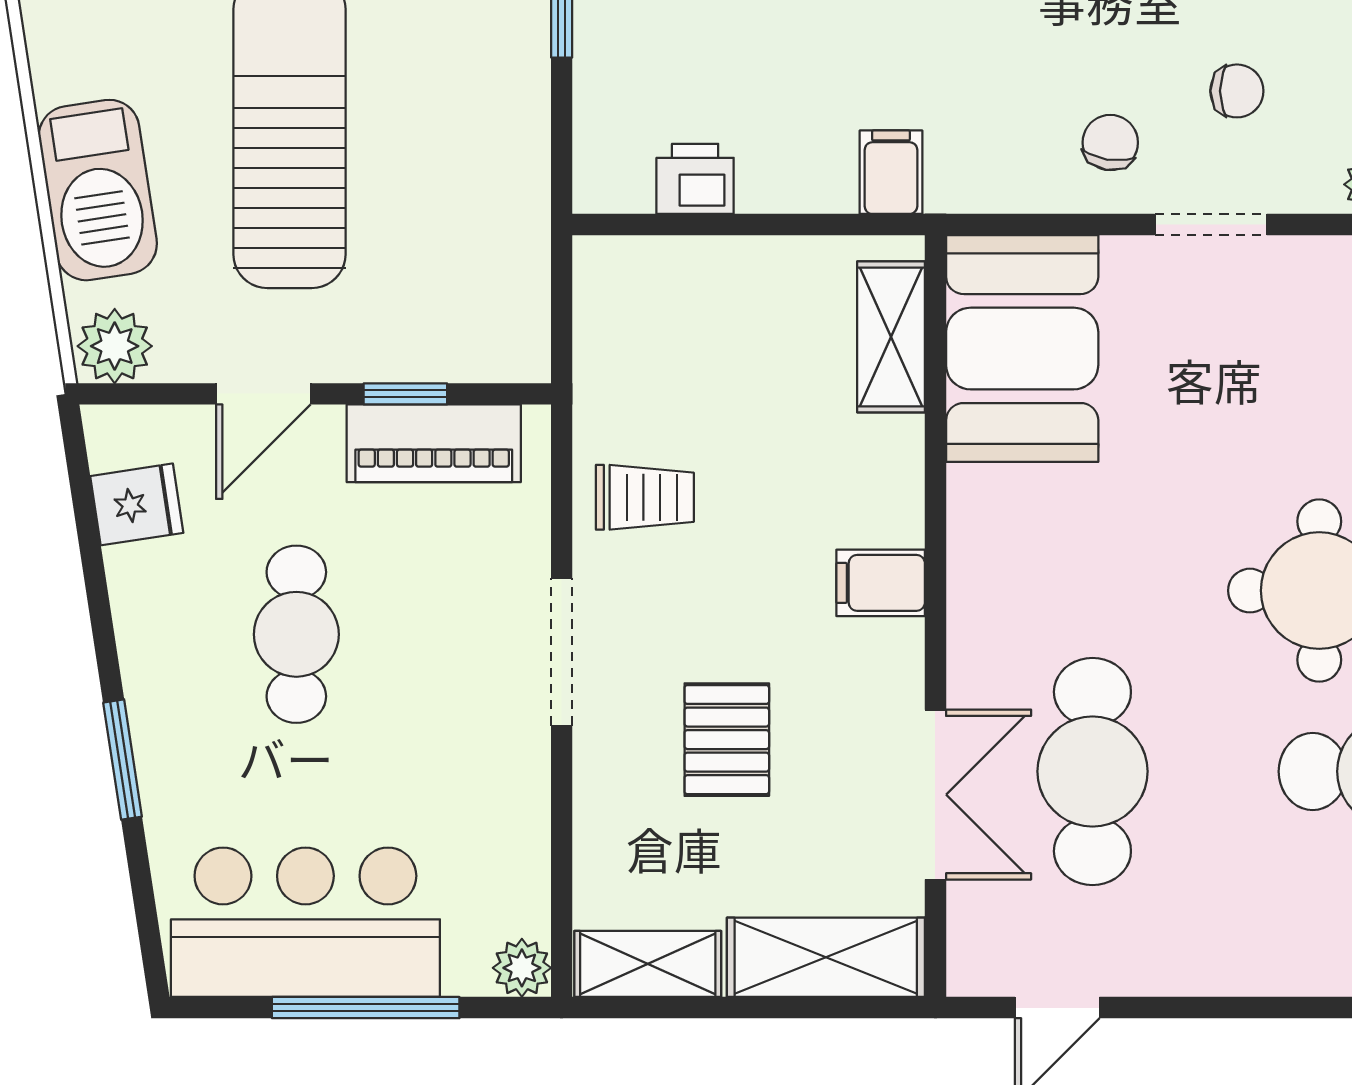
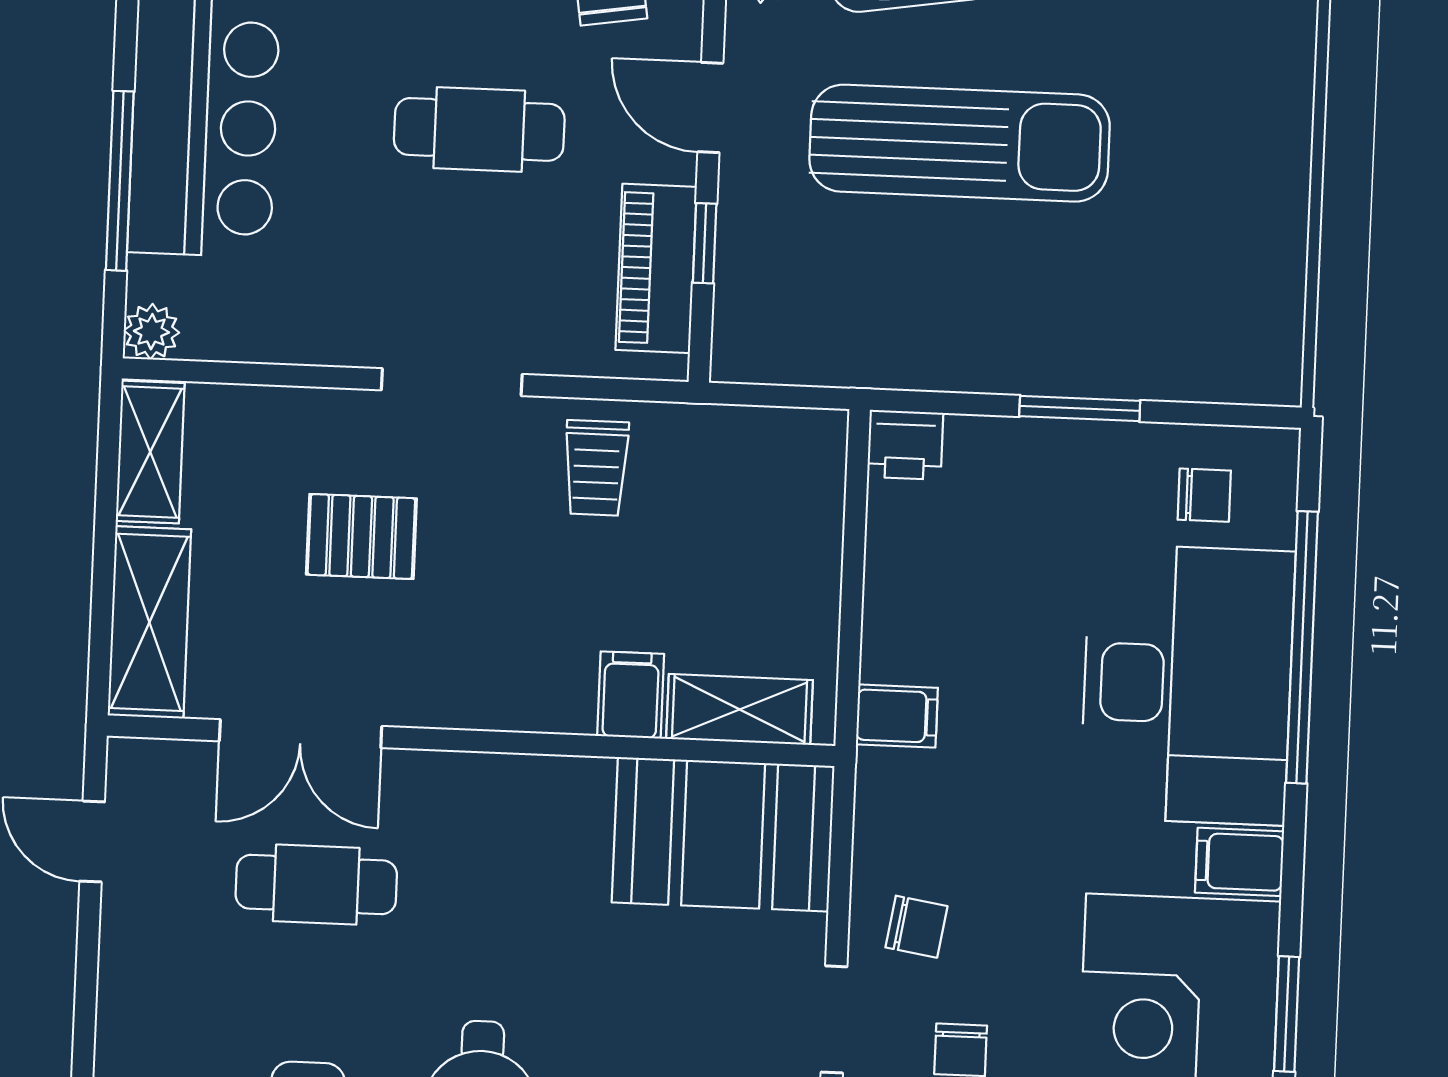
printer: (695, 179) -> (905, 445), moved, turned 90
filing cabinet: (881, 583) -> (631, 695), moved
cafe table: (1092, 771) -> (316, 885), width x0.73, depth x0.74

